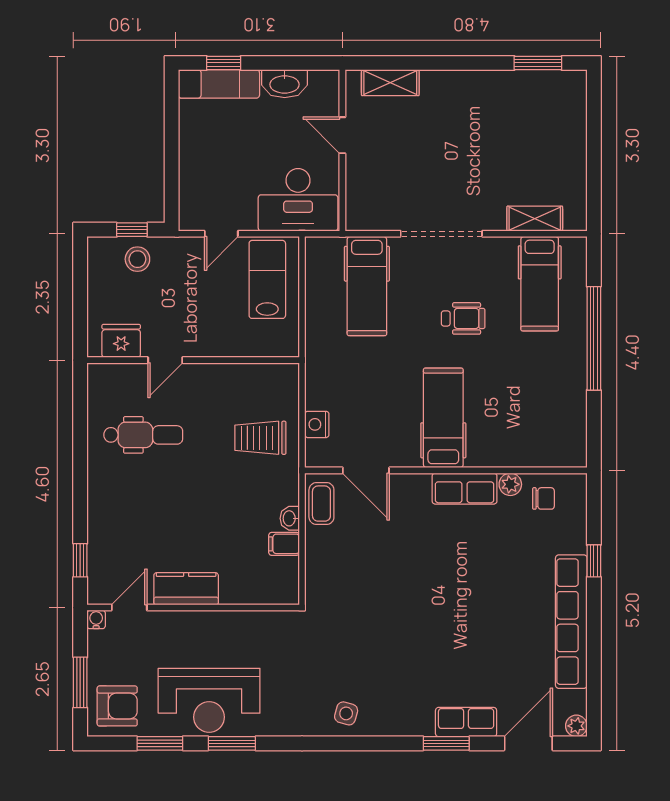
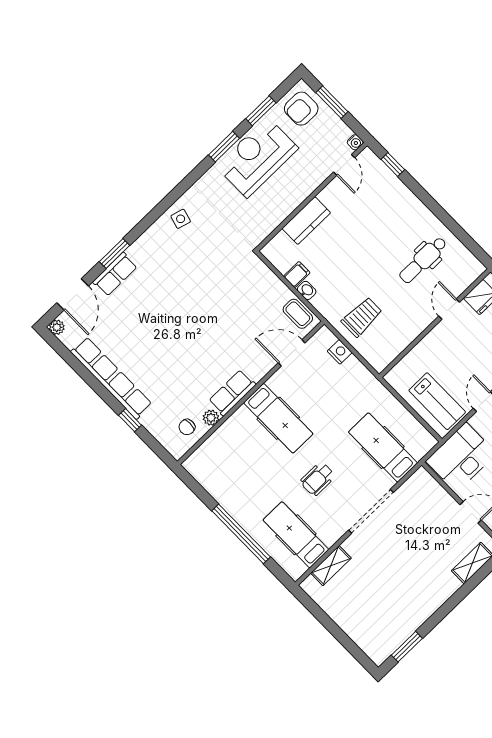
kitchen counter: (186, 589) -> (306, 221), moved

